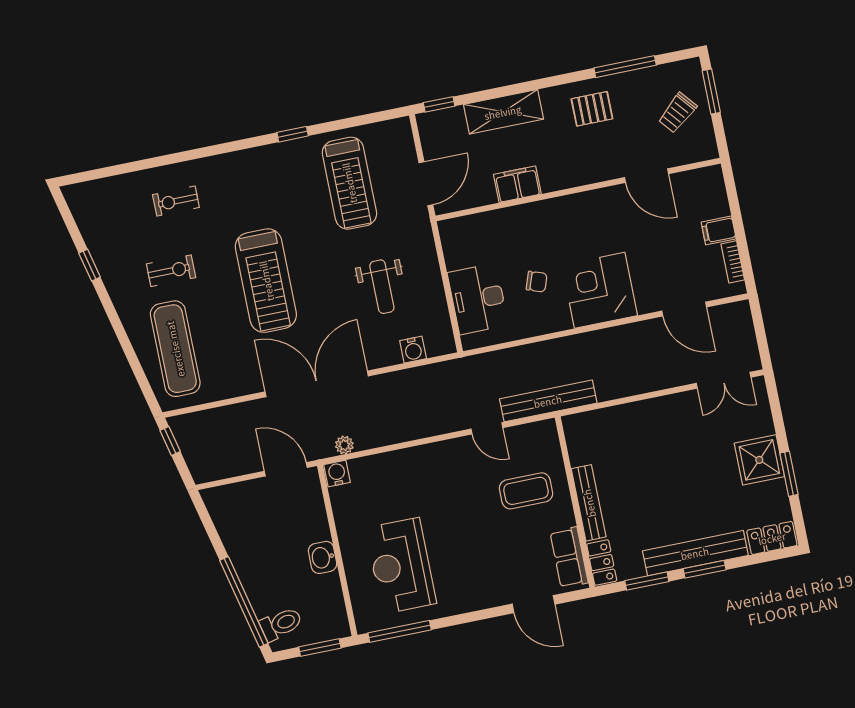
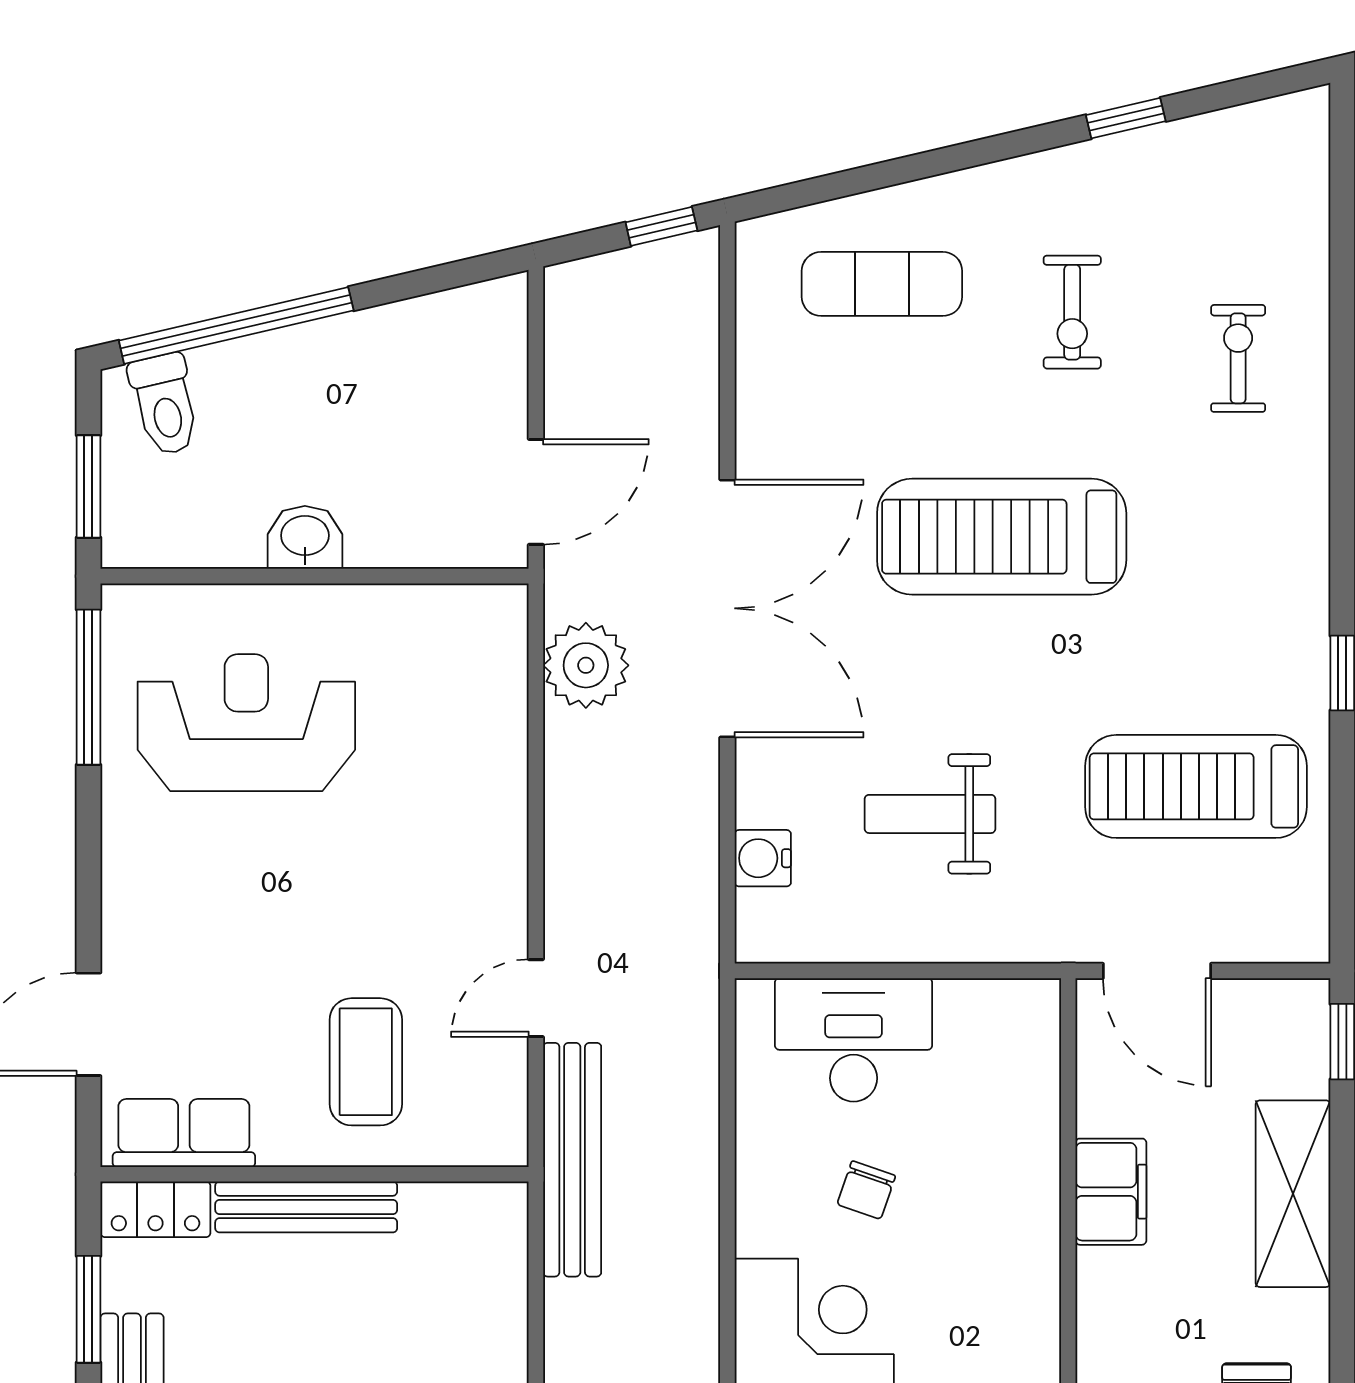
exercise mat: (175, 349) -> (882, 284), width x0.73, depth x0.69
plant: (344, 445) -> (586, 665), width x1.87, depth x1.87
water cooler: (337, 474) -> (501, 613), removed

